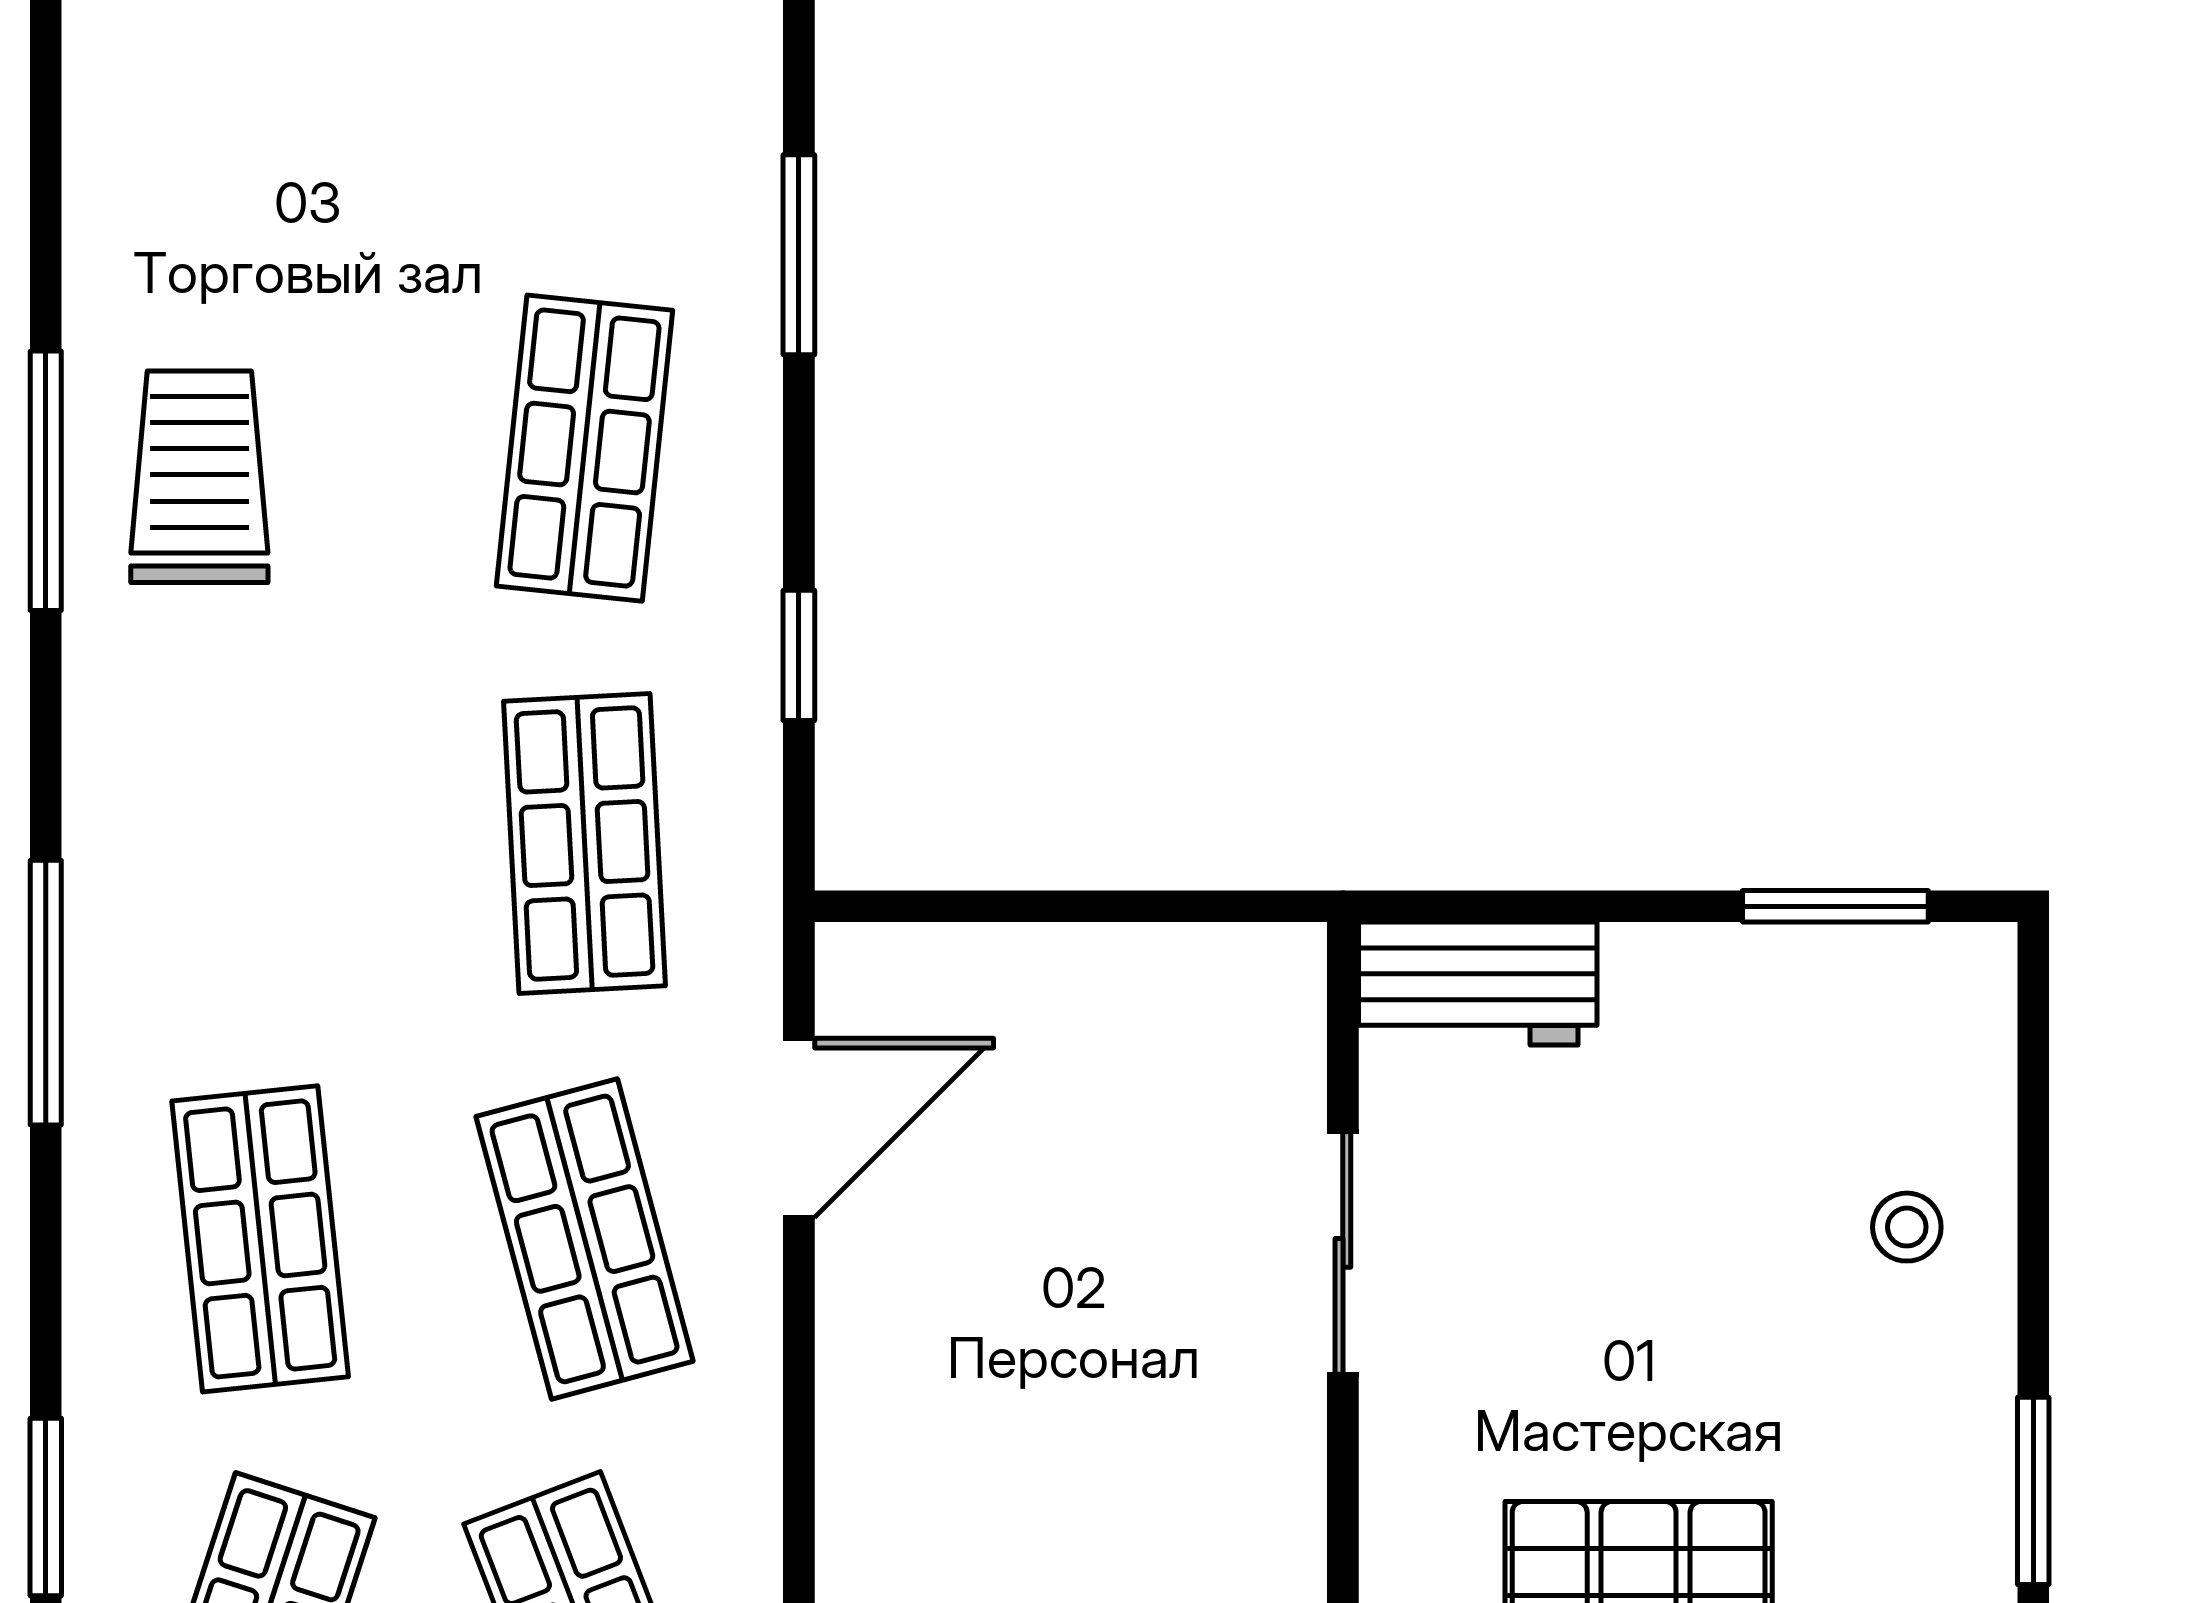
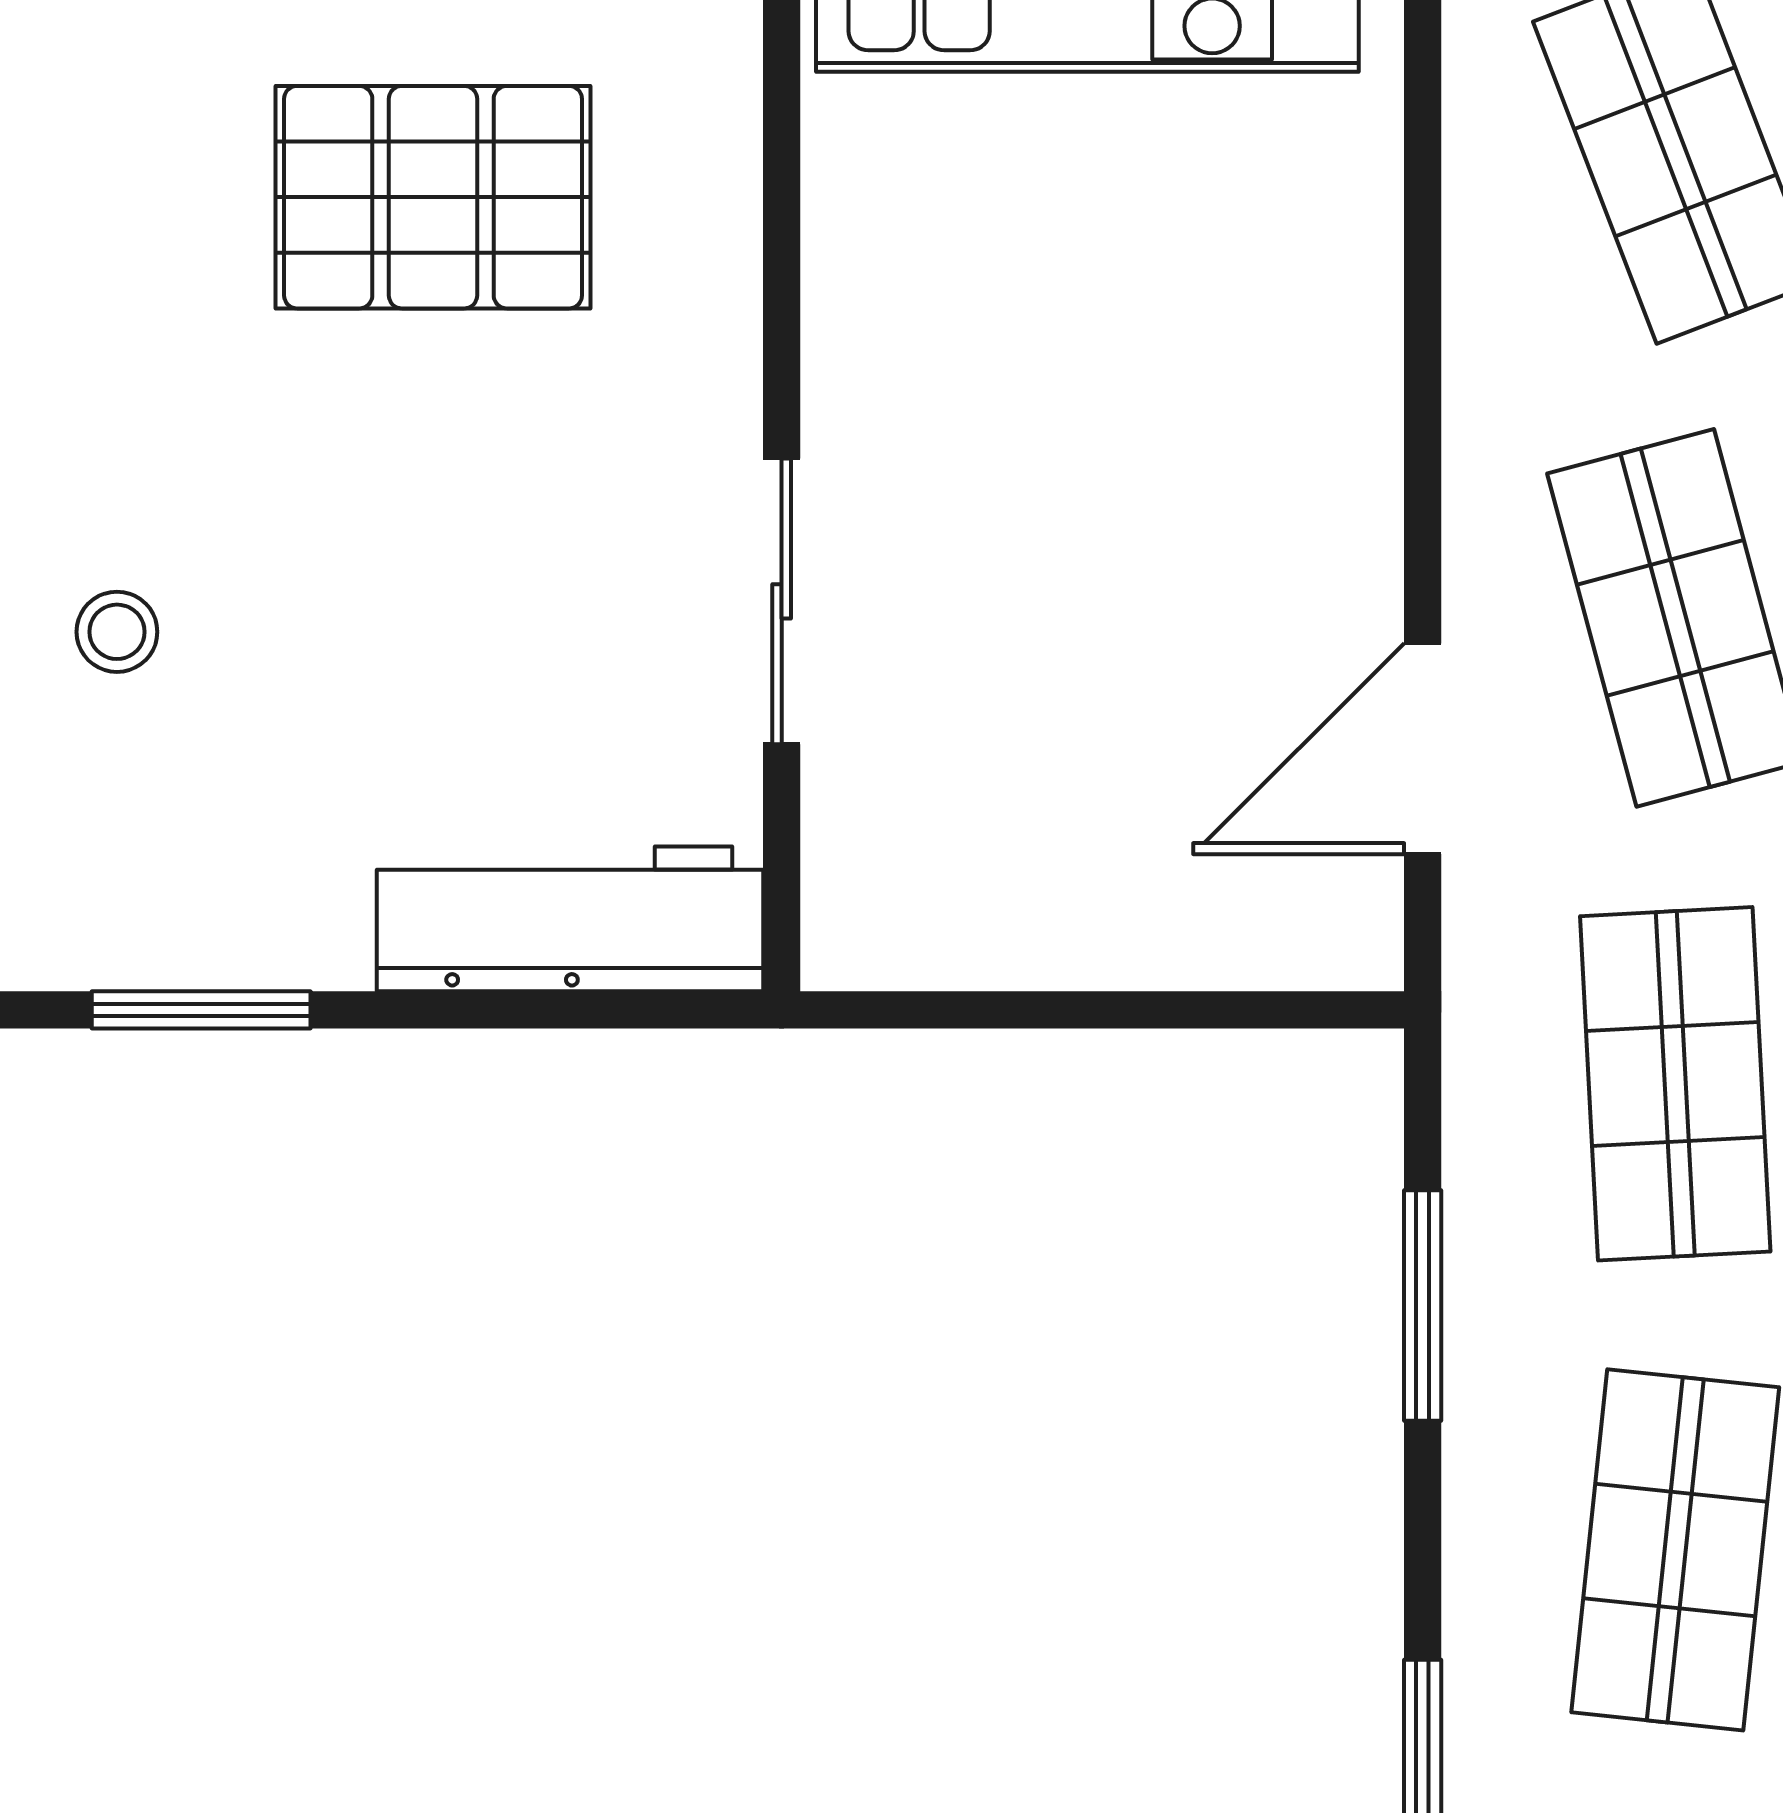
window: (799, 655) -> (1423, 1306), width x1.50
workbench: (1478, 984) -> (570, 919), width x1.38

